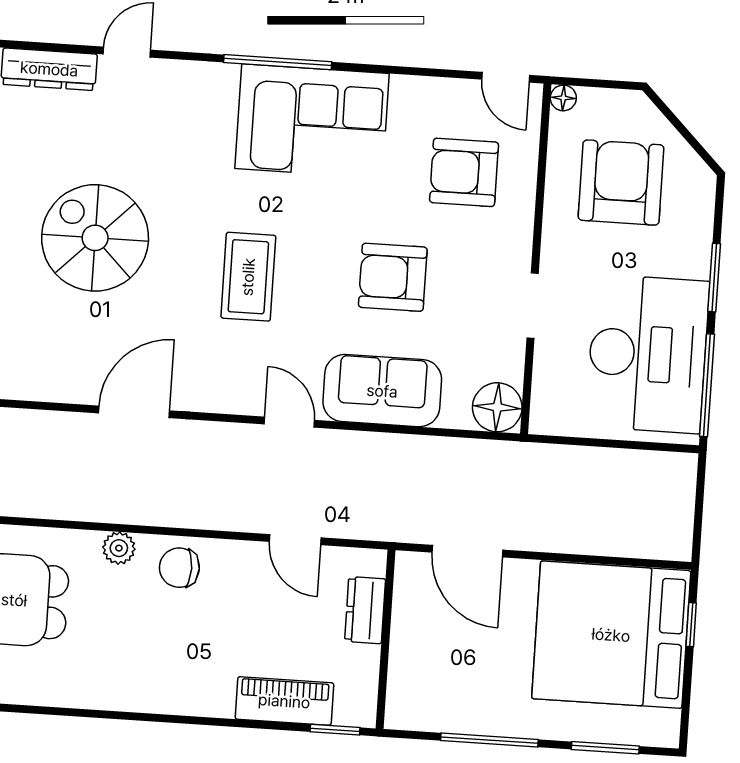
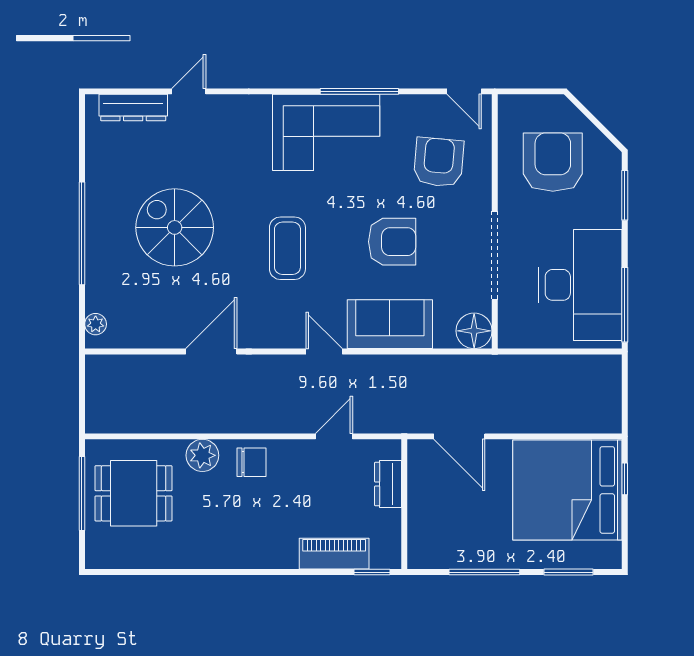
window: (278, 62) -> (359, 91), moved
floor lamp: (563, 98) -> (507, 104), removed
armchair: (464, 172) -> (439, 162), turned 95
armchair: (393, 277) -> (392, 242), turned 180
window: (714, 278) -> (625, 195), moved
doorway: (533, 306) -> (495, 255), width x1.88
door: (295, 540) -> (334, 436), swing flipped
plant: (119, 548) -> (202, 455), width x1.38, depth x1.38
chair: (179, 568) -> (252, 462), turned 180

